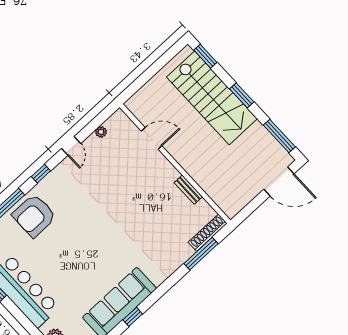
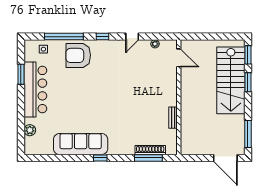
window: (242, 95) -> (248, 82), moved
door: (152, 138) -> (179, 58), moved
shoe rack: (208, 233) -> (150, 150), moved
window: (133, 317) -> (100, 158), moved

